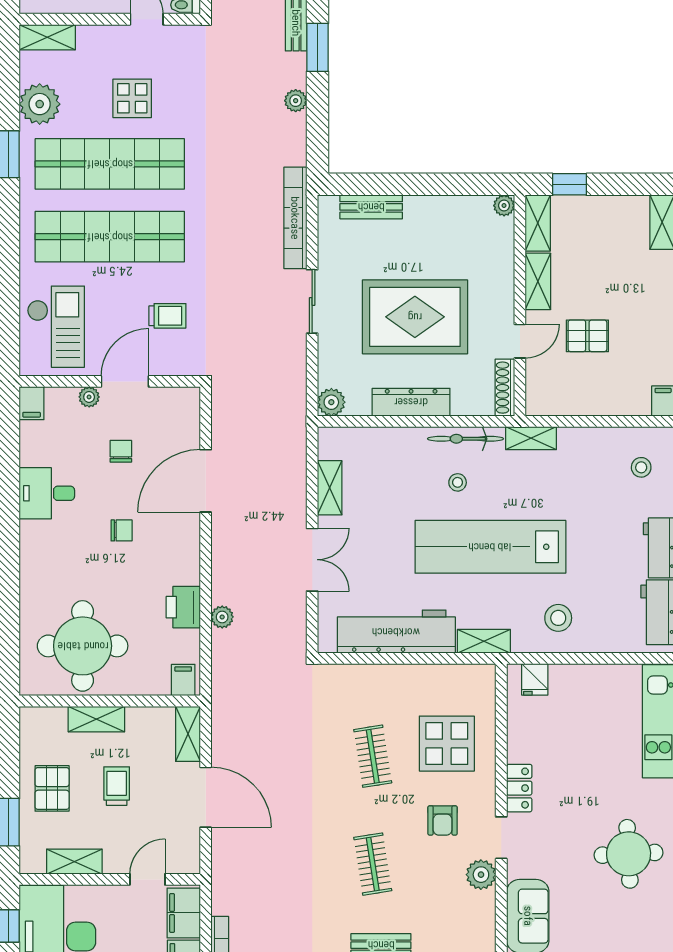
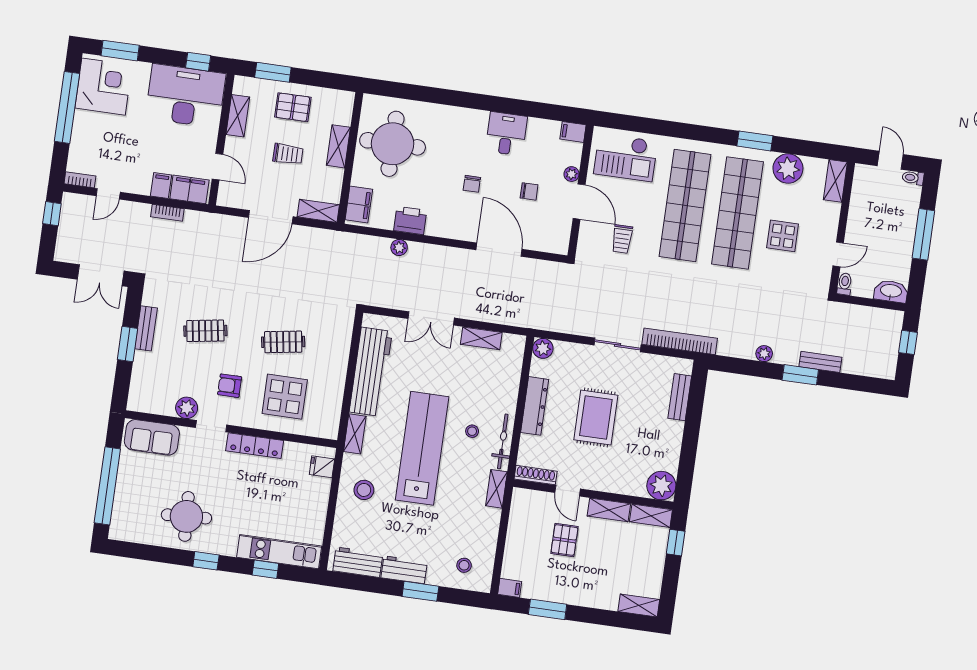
plant: (504, 206) -> (661, 486), width x1.88, depth x1.88
rug: (415, 317) -> (596, 418), width x0.73, depth x0.69
filing cabinet: (183, 680) -> (359, 204), width x2.00
locker: (519, 788) -> (255, 446), width x1.53

